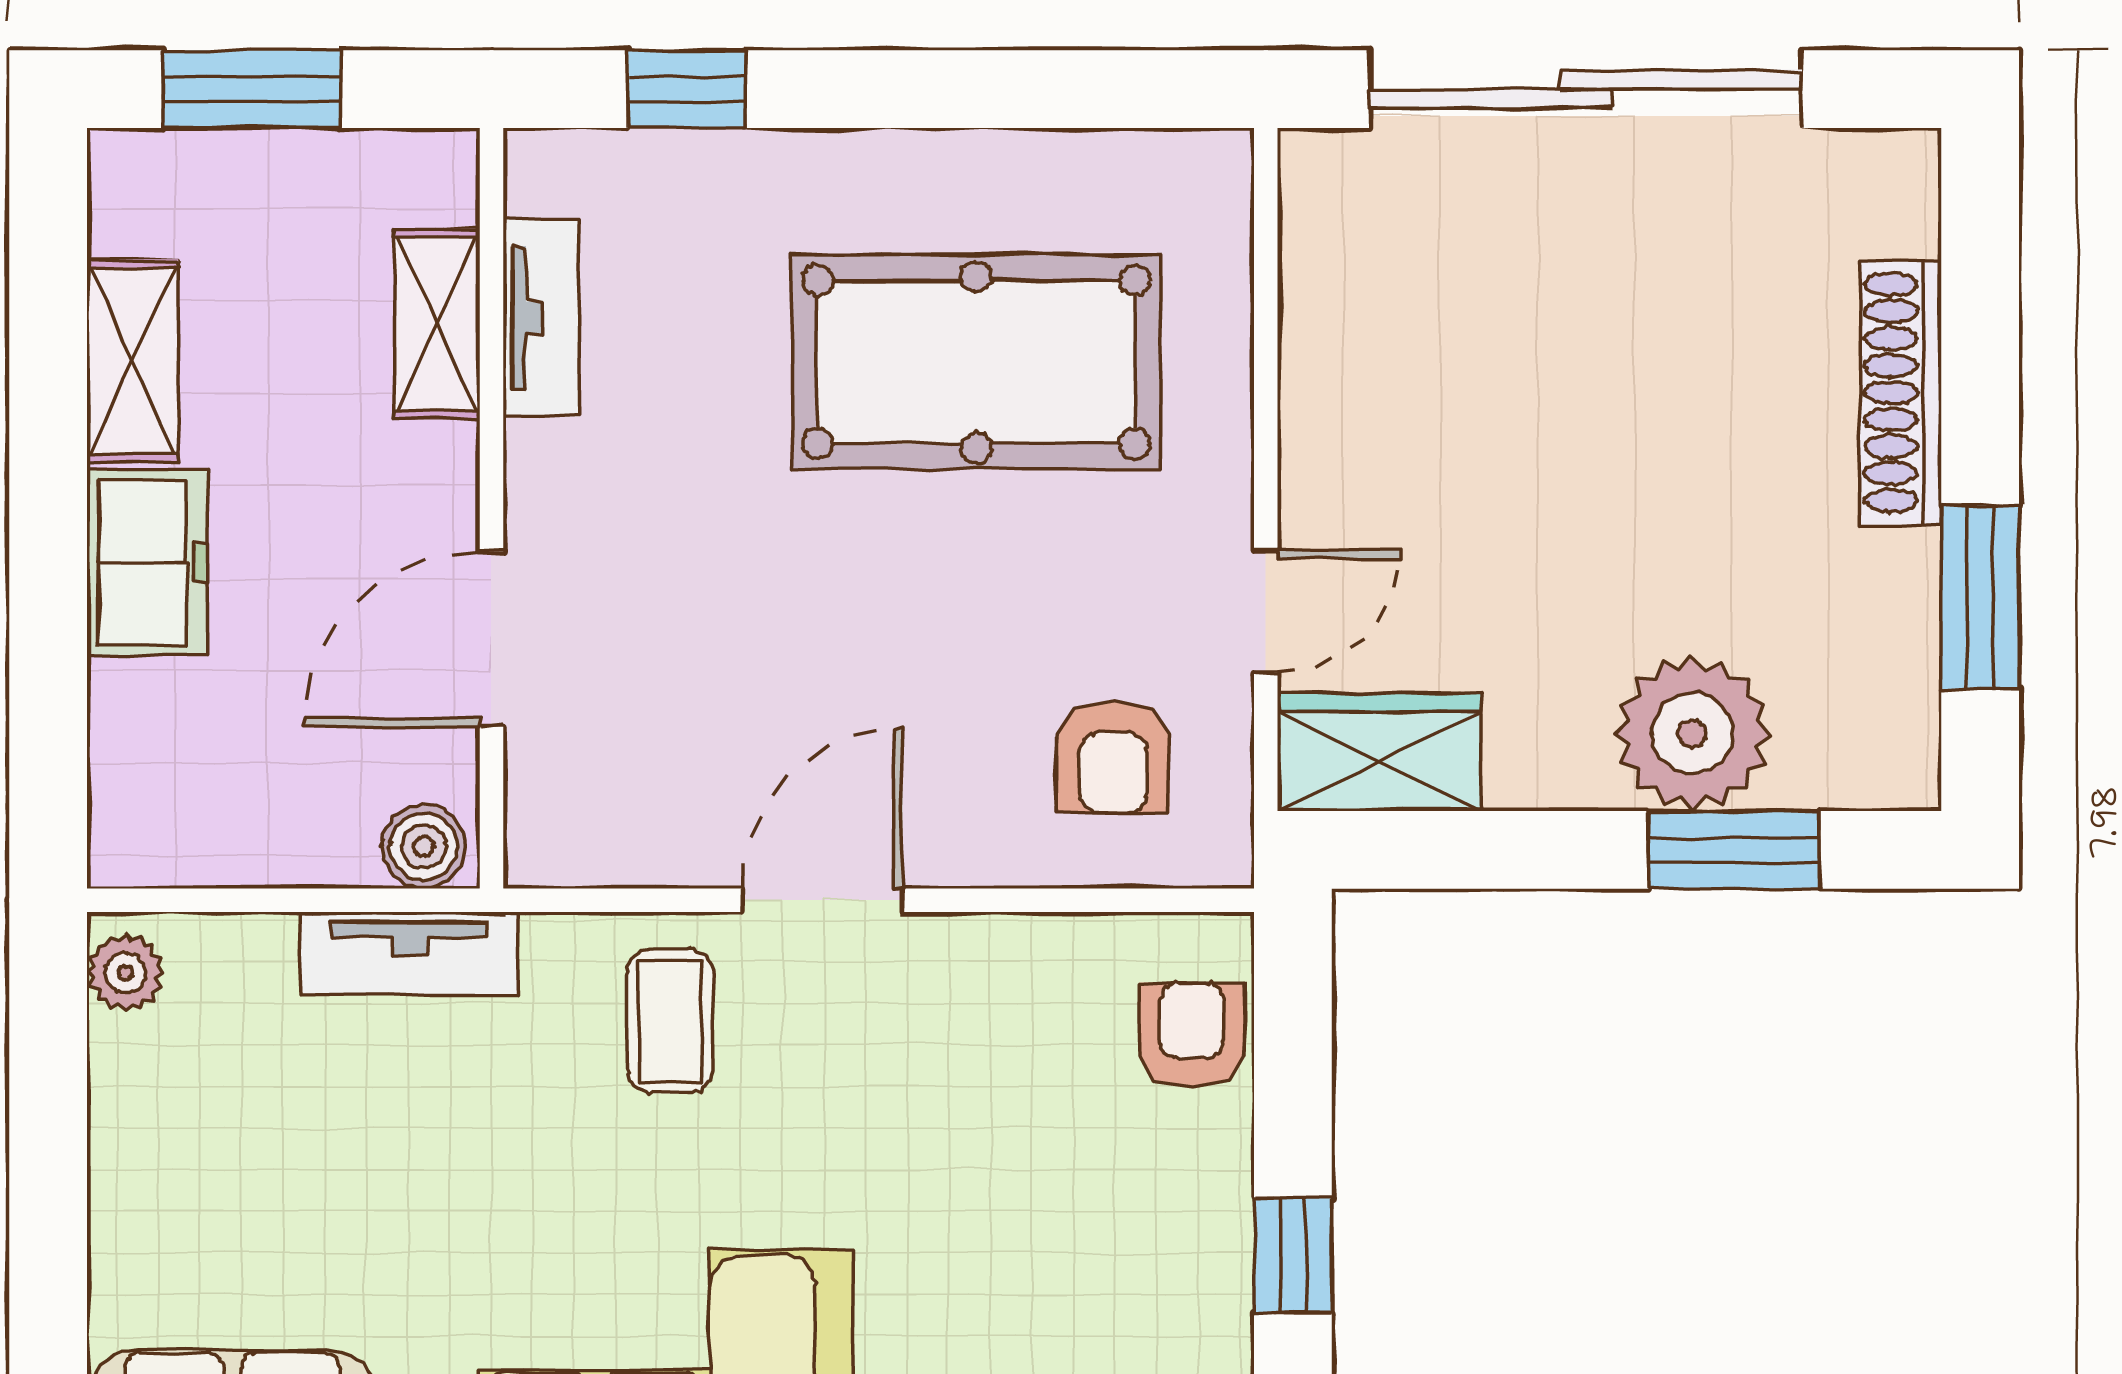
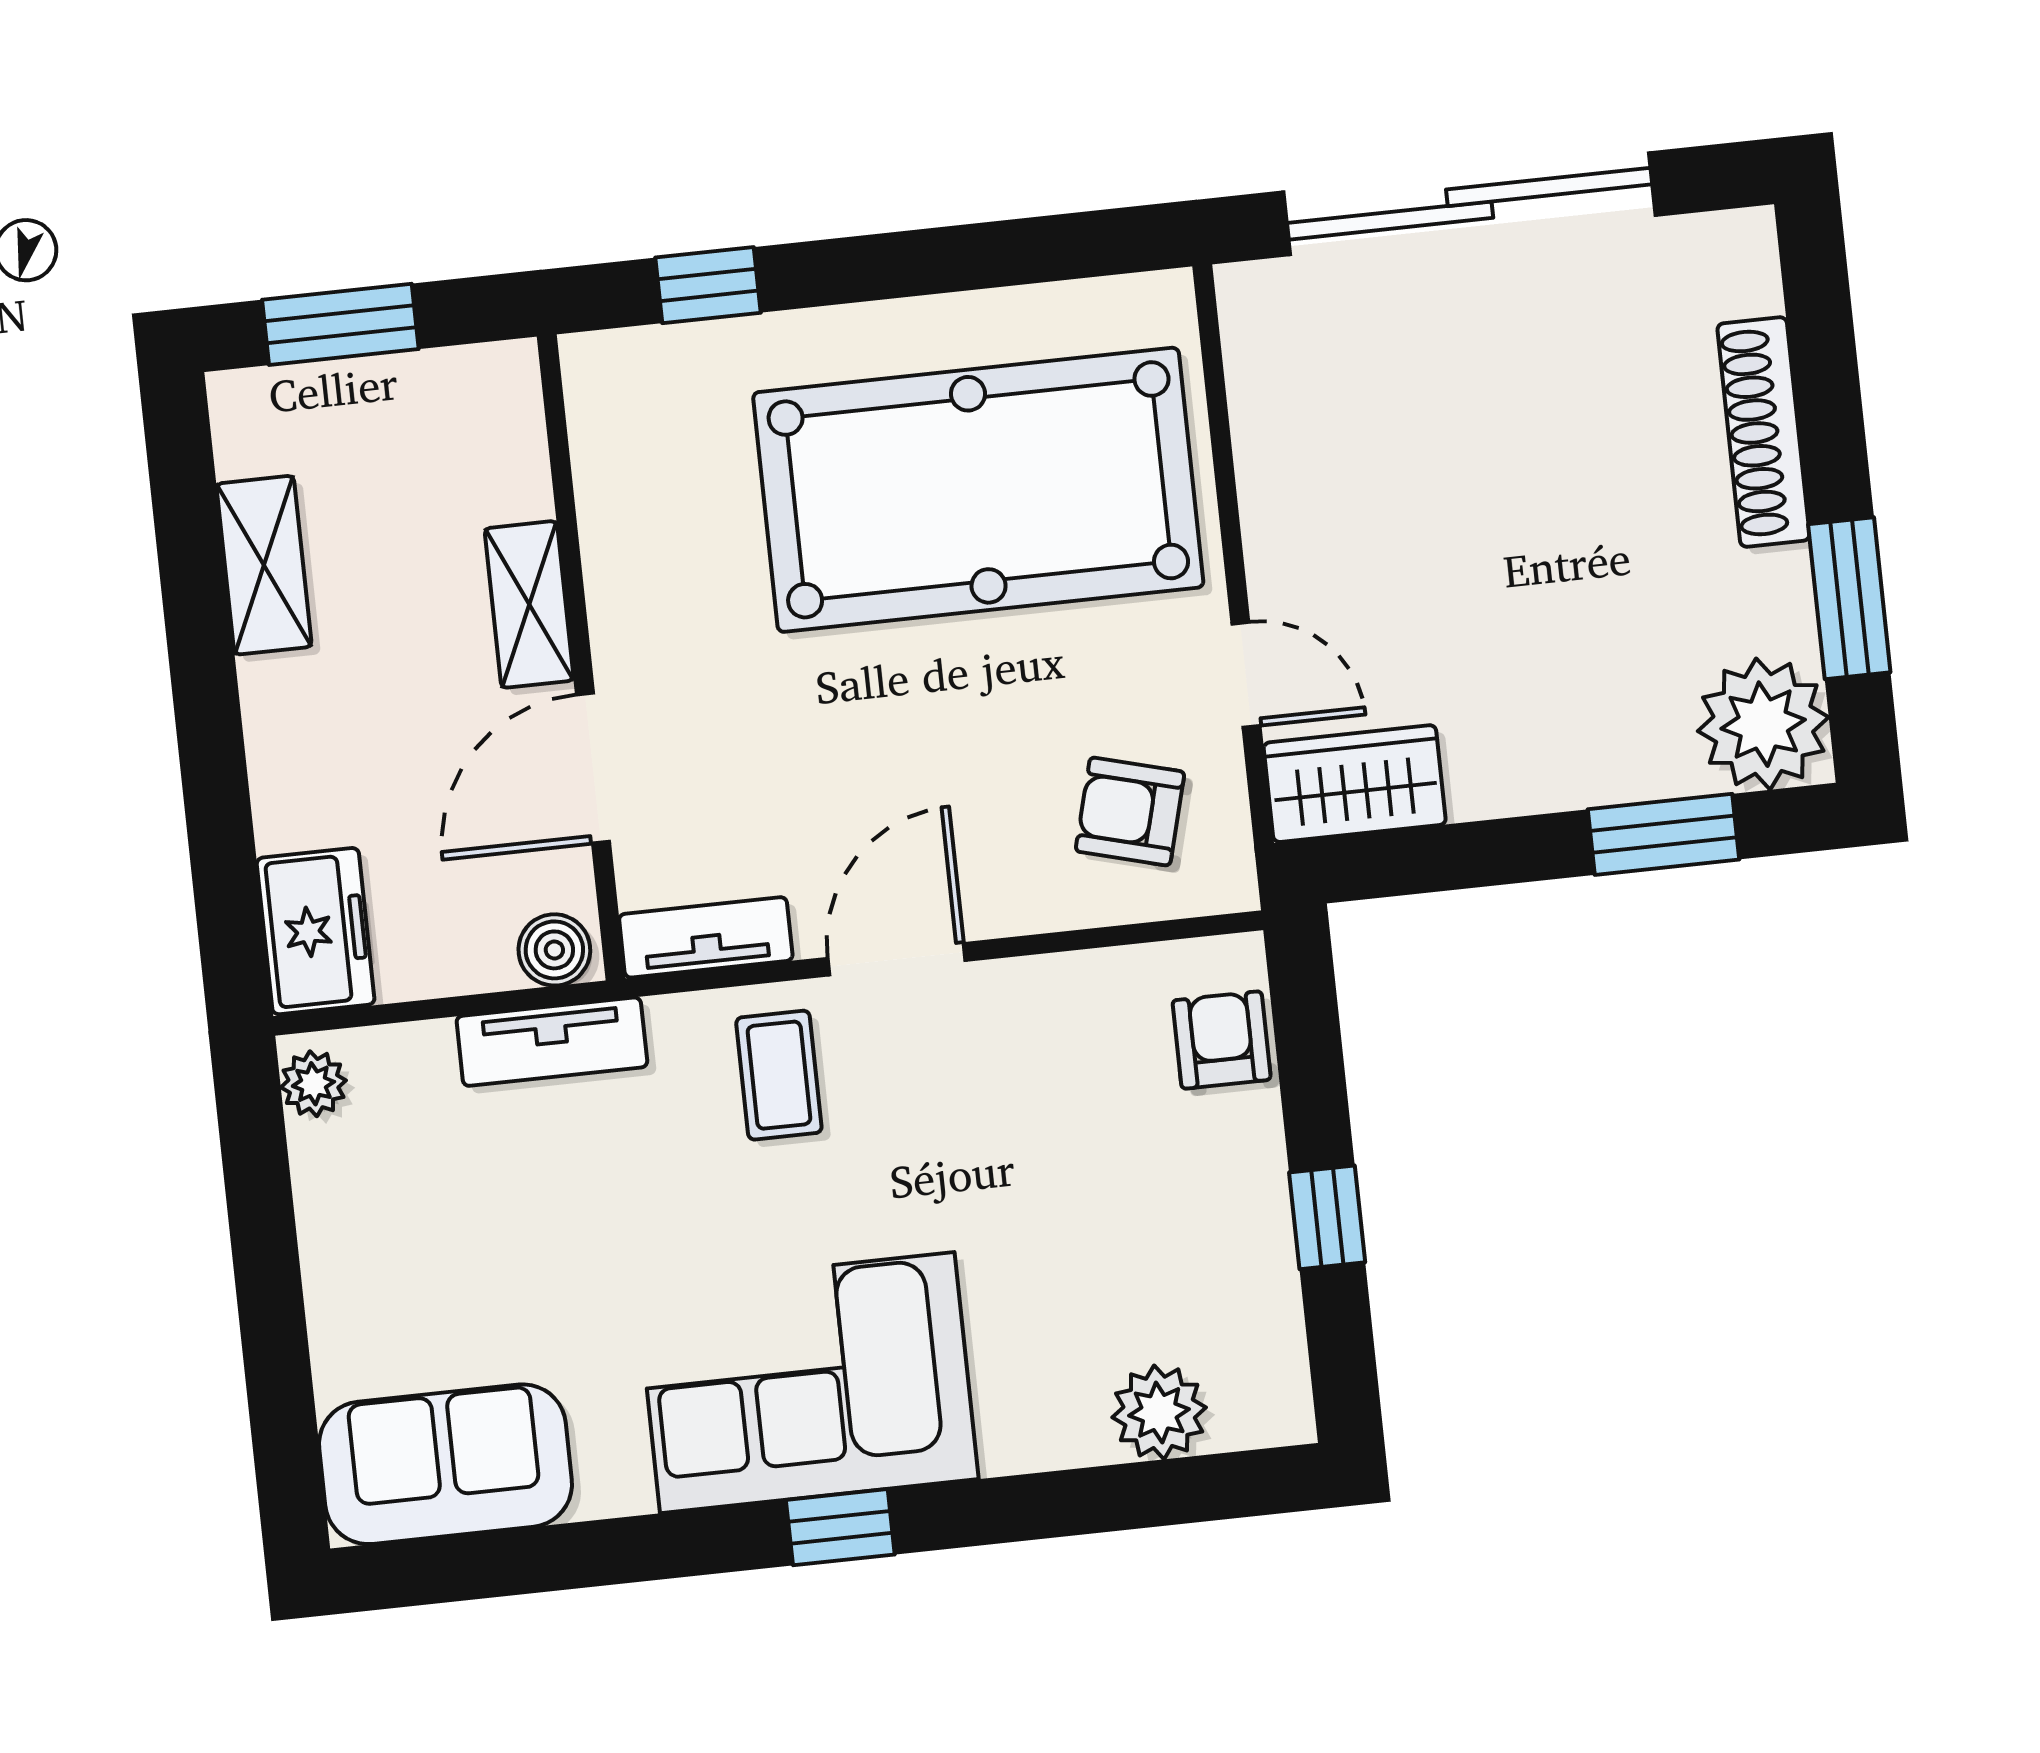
tv unit: (541, 317) -> (706, 937), moved, turned -90
shelving: (437, 324) -> (529, 604), moved
pool table: (976, 362) -> (978, 490), width x1.36, depth x1.32
freezer: (147, 563) -> (316, 931), moved
door: (1266, 611) -> (1246, 675), hinge flipped
plant: (1693, 734) -> (1763, 724), moved
armchair: (1113, 757) -> (1130, 812), turned 105

